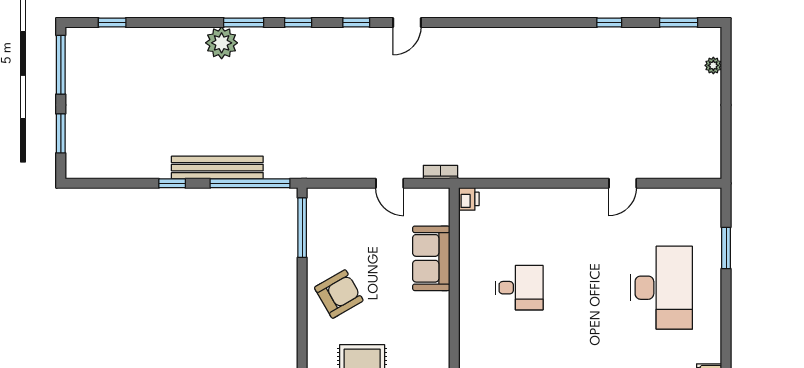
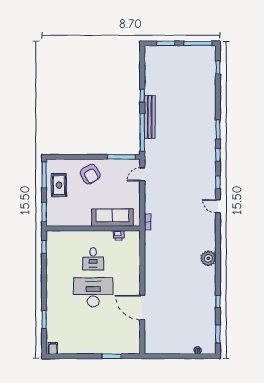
plant: (222, 43) -> (208, 258), moved
door: (390, 183) -> (142, 174), moved
door: (623, 183) -> (142, 308), width x1.88
printer: (469, 199) -> (119, 235), moved
sofa: (431, 258) -> (112, 218), width x1.36
desk: (661, 288) -> (93, 292), moved, turned 180

